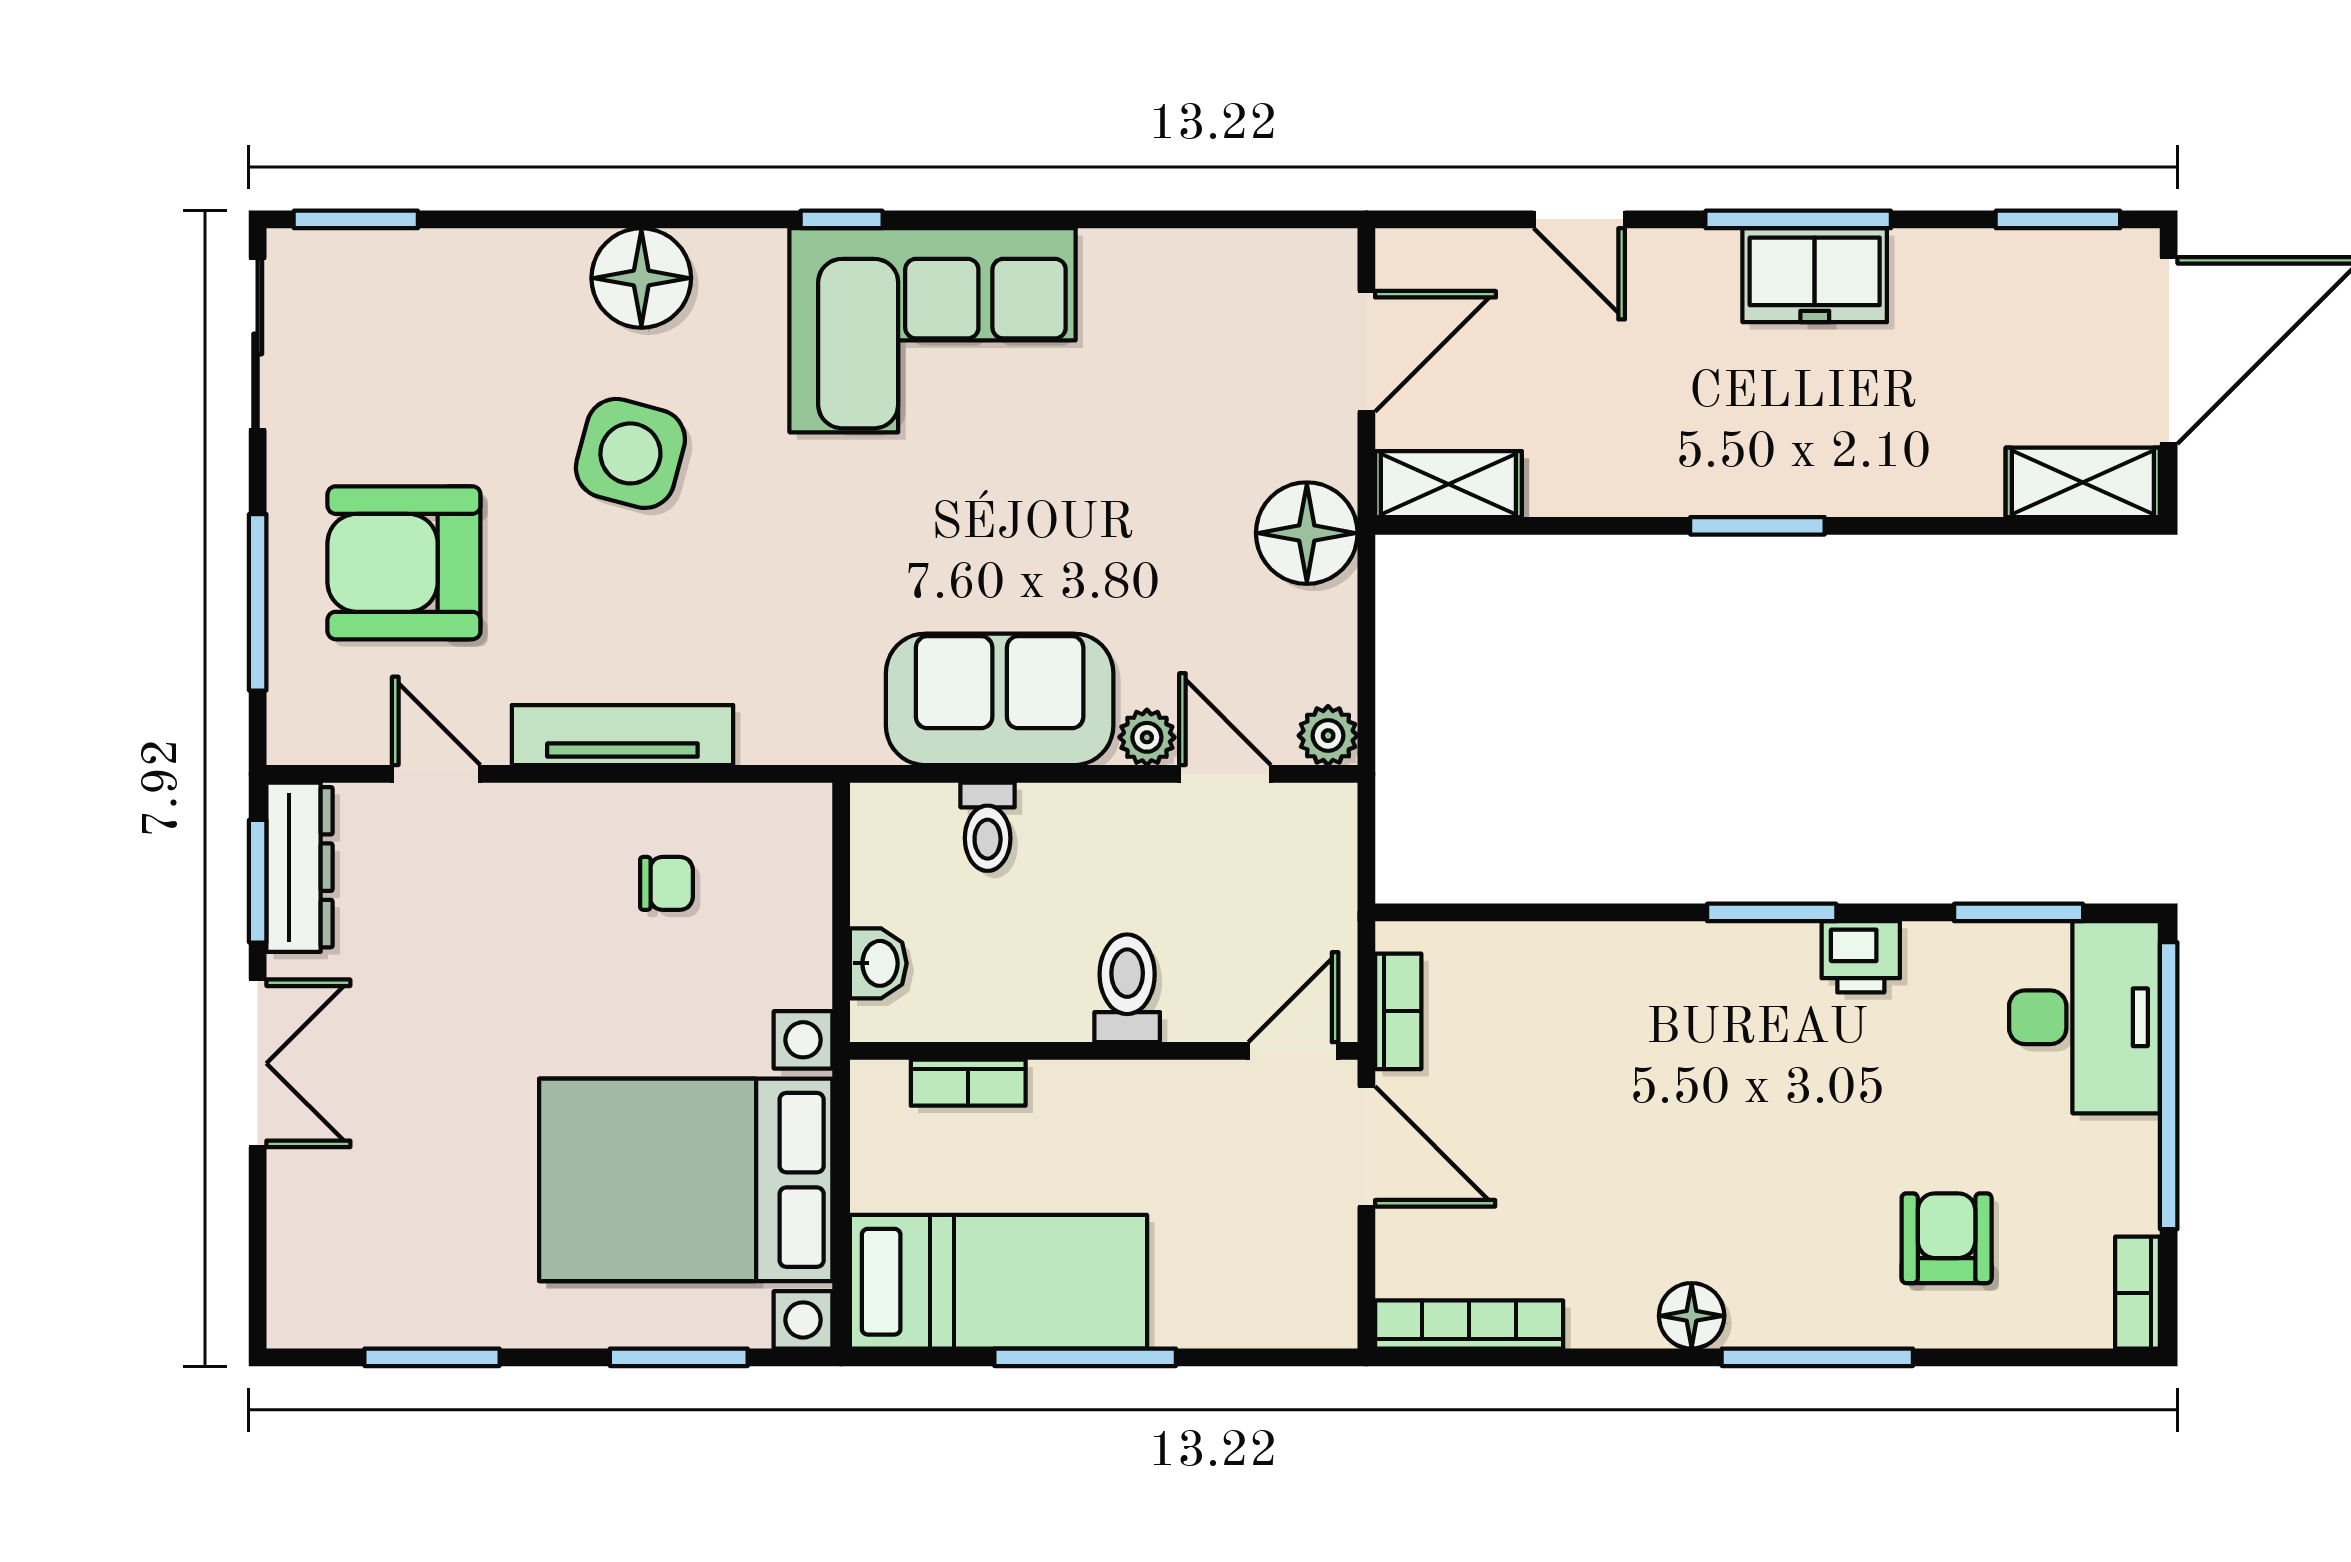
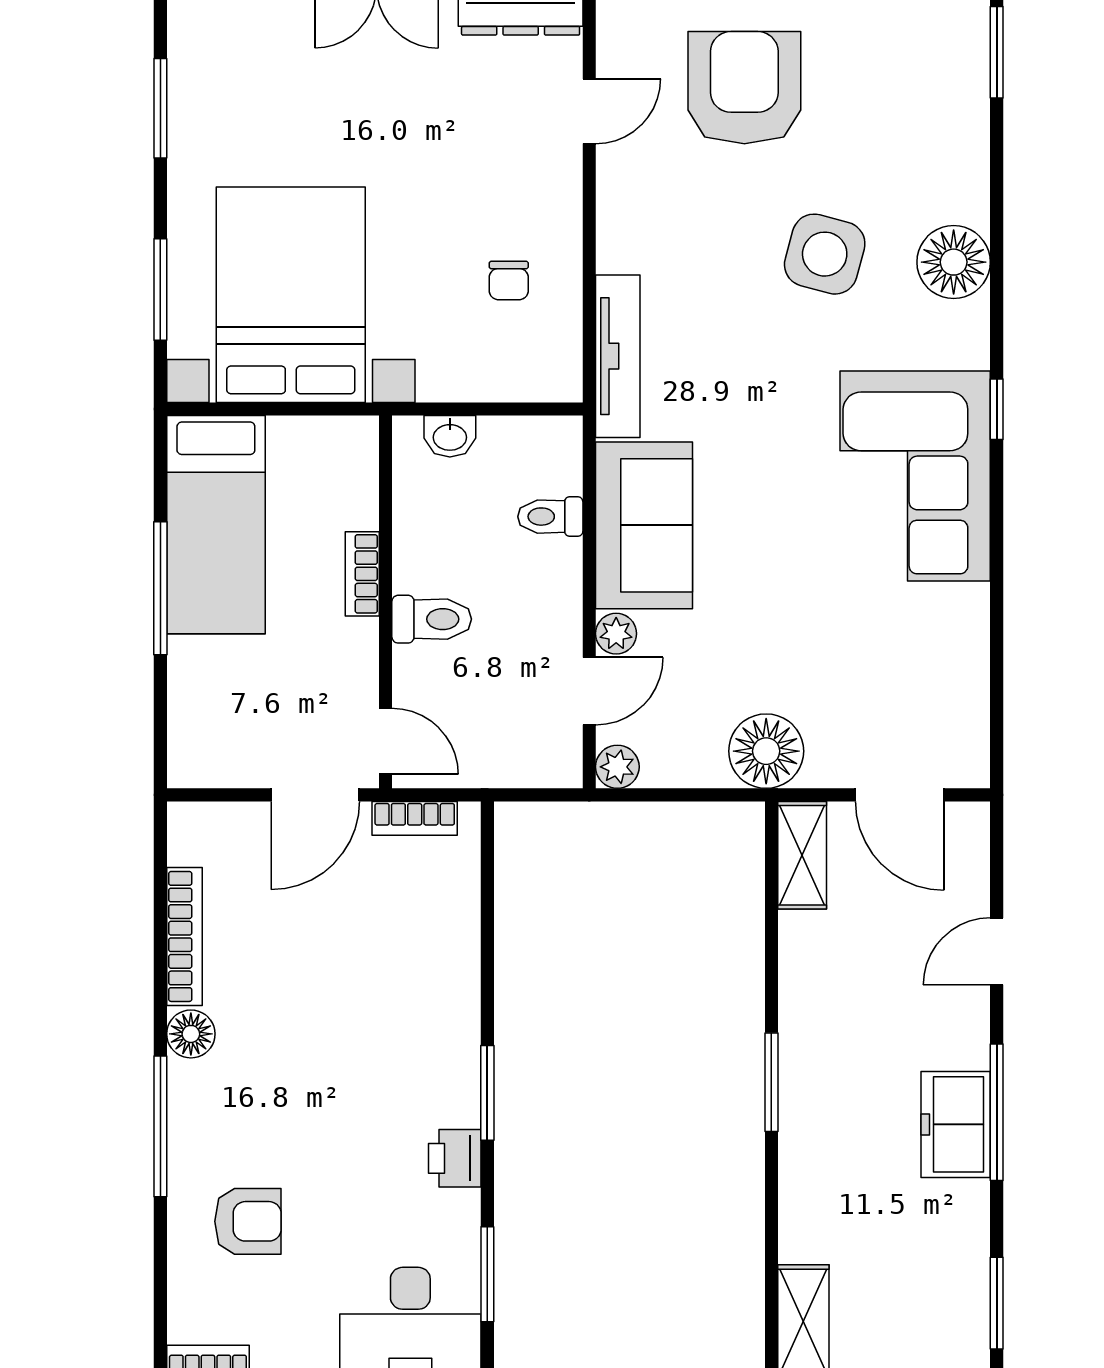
tv unit: (622, 735) -> (618, 356), moved
bookcase: (968, 1083) -> (362, 574), moved
bookcase: (1469, 1324) -> (184, 936), moved

